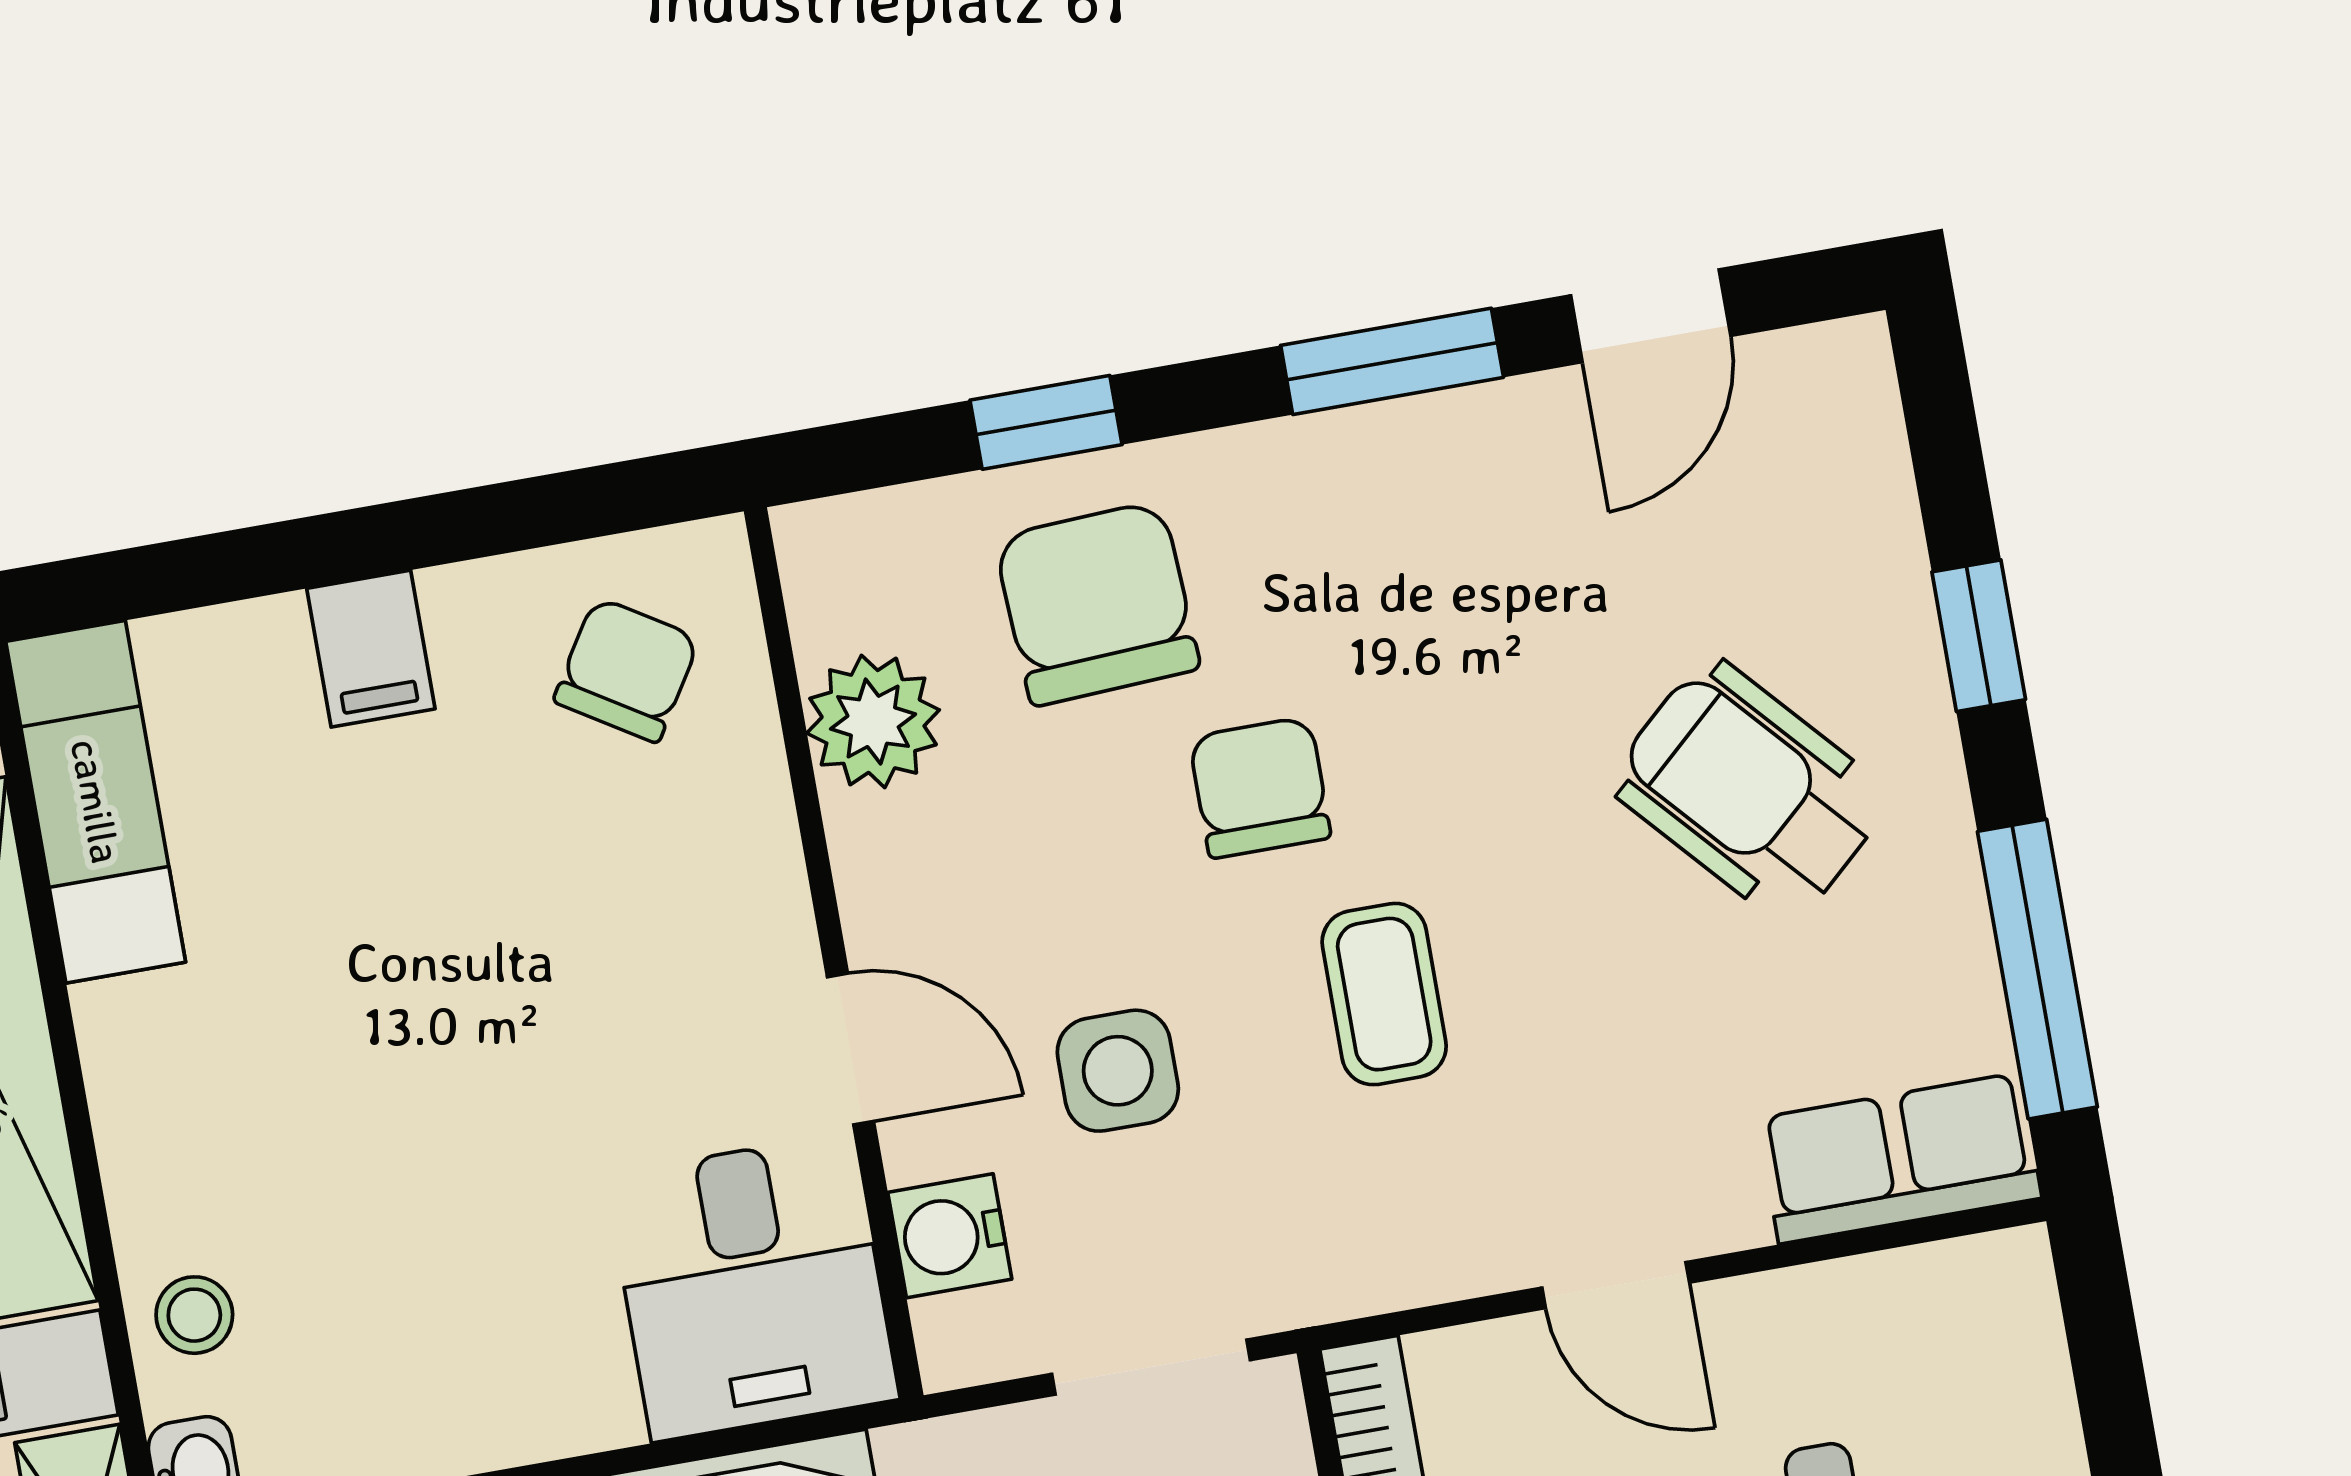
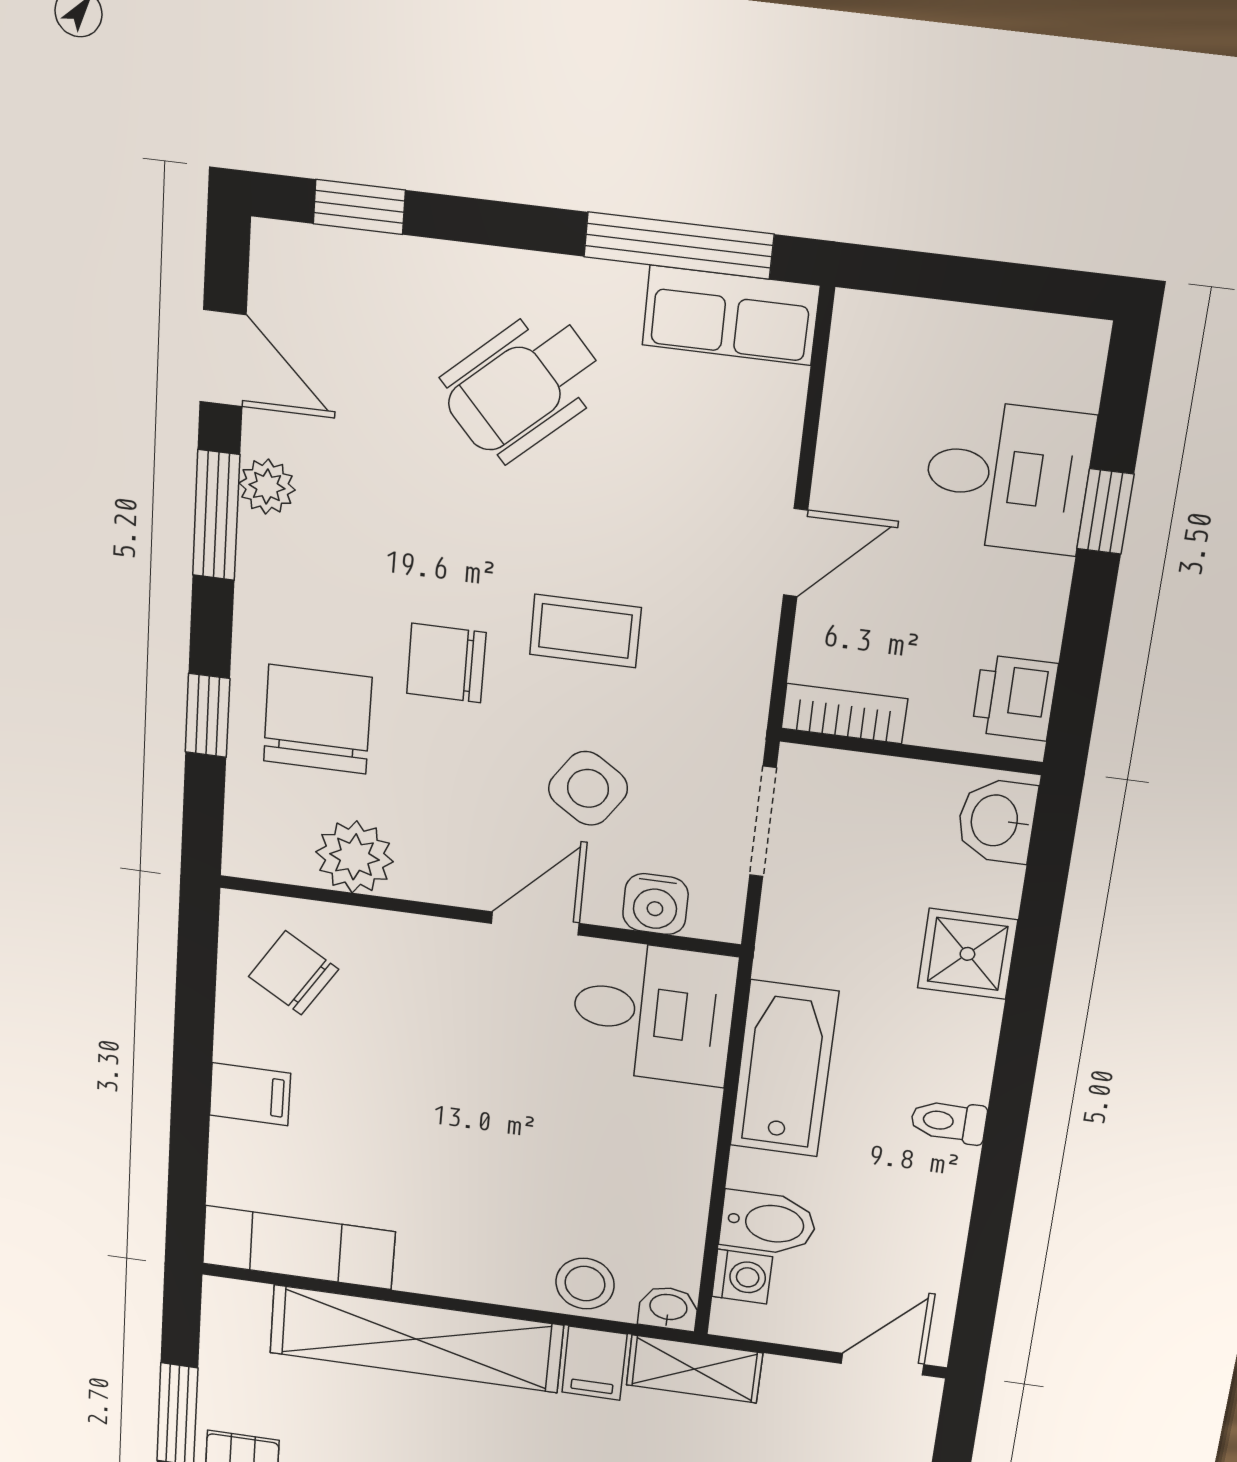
plant: (1465, 432) -> (267, 487), added
chair: (1097, 603) -> (318, 719), turned 93
window: (1979, 636) -> (359, 207), moved
side table: (1118, 1071) -> (588, 788), turned 34
row of seats: (1899, 1158) -> (731, 315), moved, turned -90
stool: (194, 1315) -> (585, 1284), width x1.37, depth x1.37

